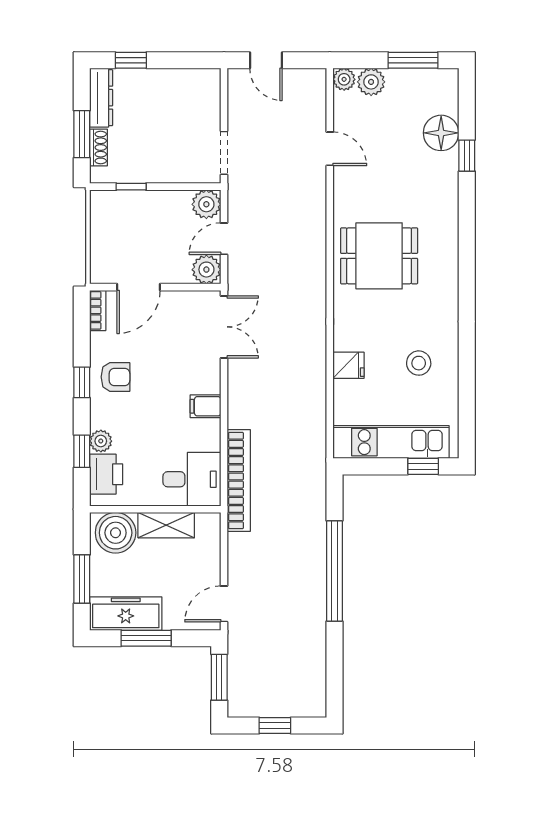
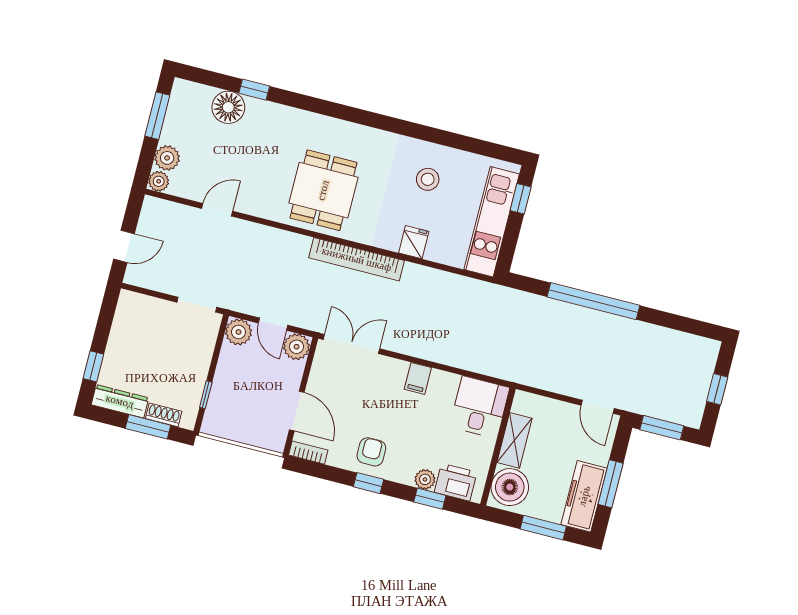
bookcase: (239, 481) -> (357, 259), moved, turned 180

